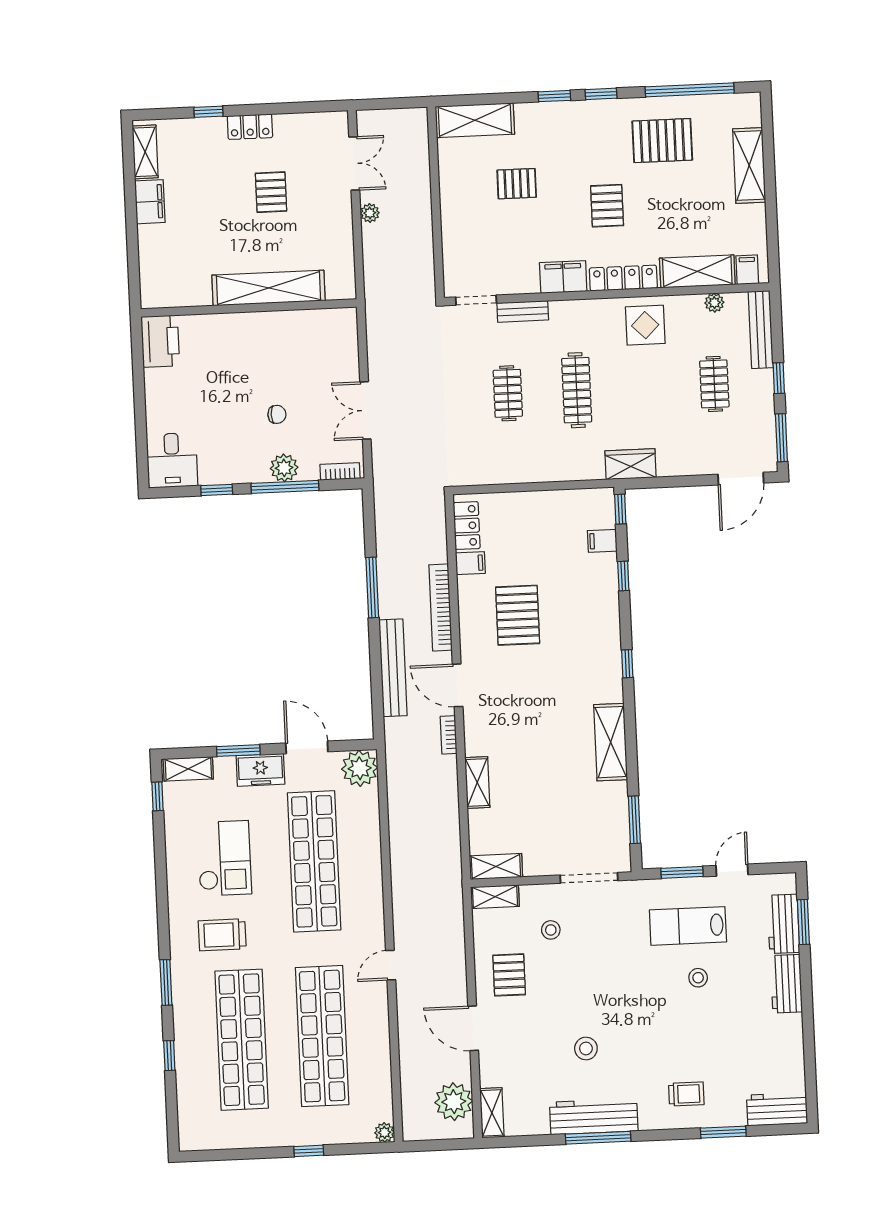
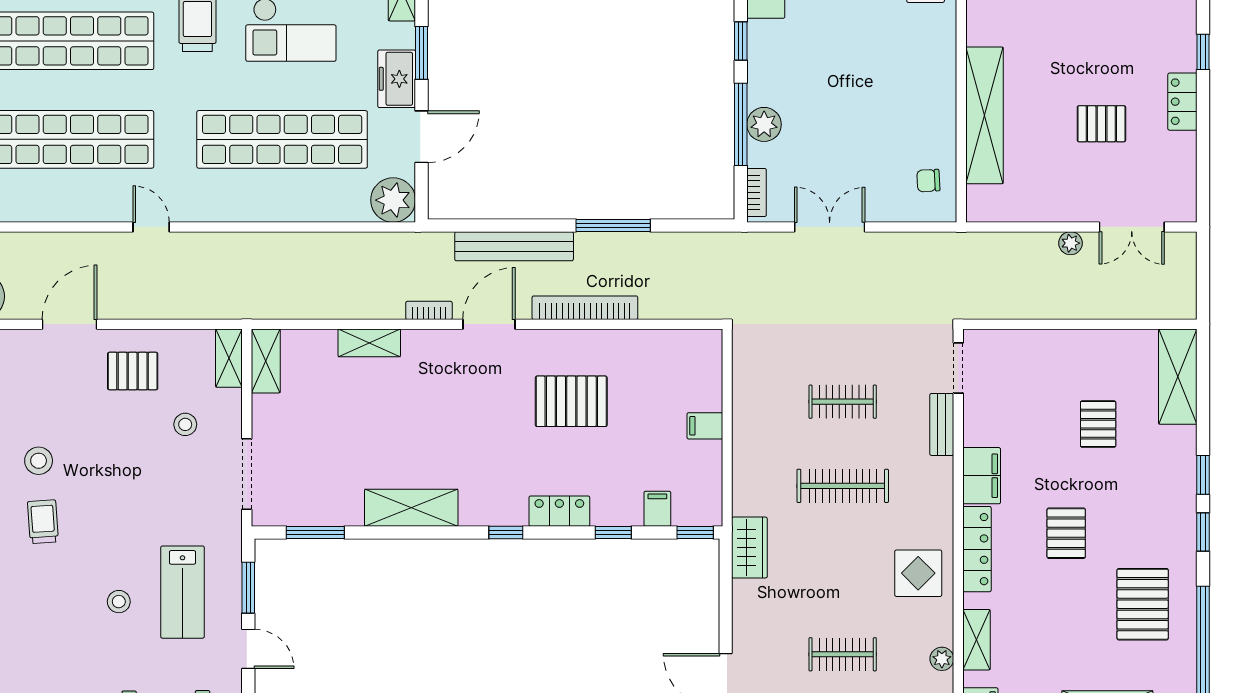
pallet: (607, 206) -> (1066, 533), turned 90
shelving: (697, 271) -> (976, 640), width x0.67, depth x0.75
chair: (277, 414) -> (928, 181), moved, turned 87
locker: (467, 526) -> (559, 511), moved, turned 180
filing cabinet: (470, 563) -> (705, 426), moved, turned 90
lab bench: (688, 926) -> (183, 592), turned 180
trolley: (636, 1043) -> (43, 522), added

